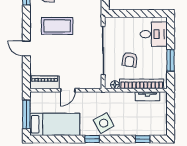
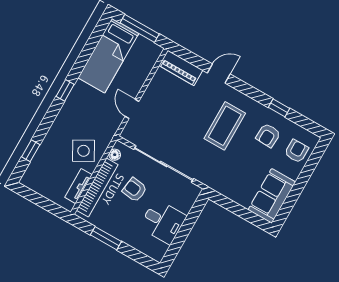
desk: (154, 34) -> (163, 222), moved, turned -90
piano: (45, 82) -> (181, 68), moved, turned 90
door: (68, 90) -> (132, 109), moved
side table: (104, 123) -> (84, 151), moved

